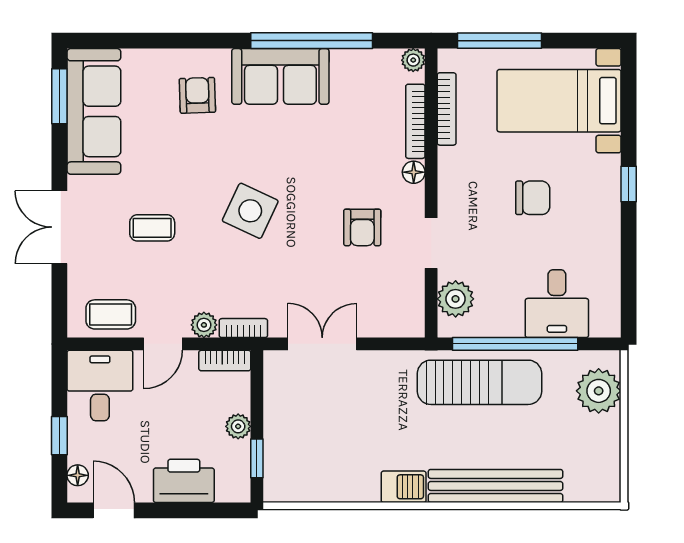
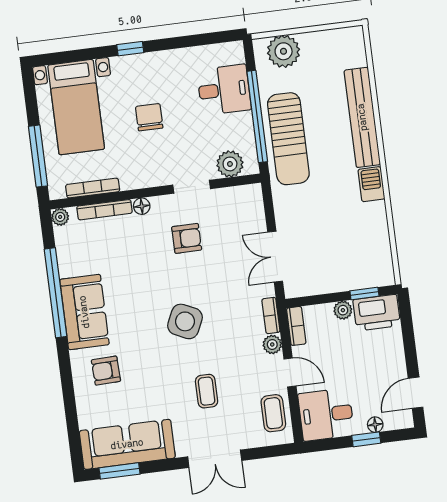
sun lounger: (479, 382) -> (288, 139), turned 180
floor lamp: (78, 475) -> (375, 425), moved
printer: (184, 481) -> (377, 313), moved, turned -90

